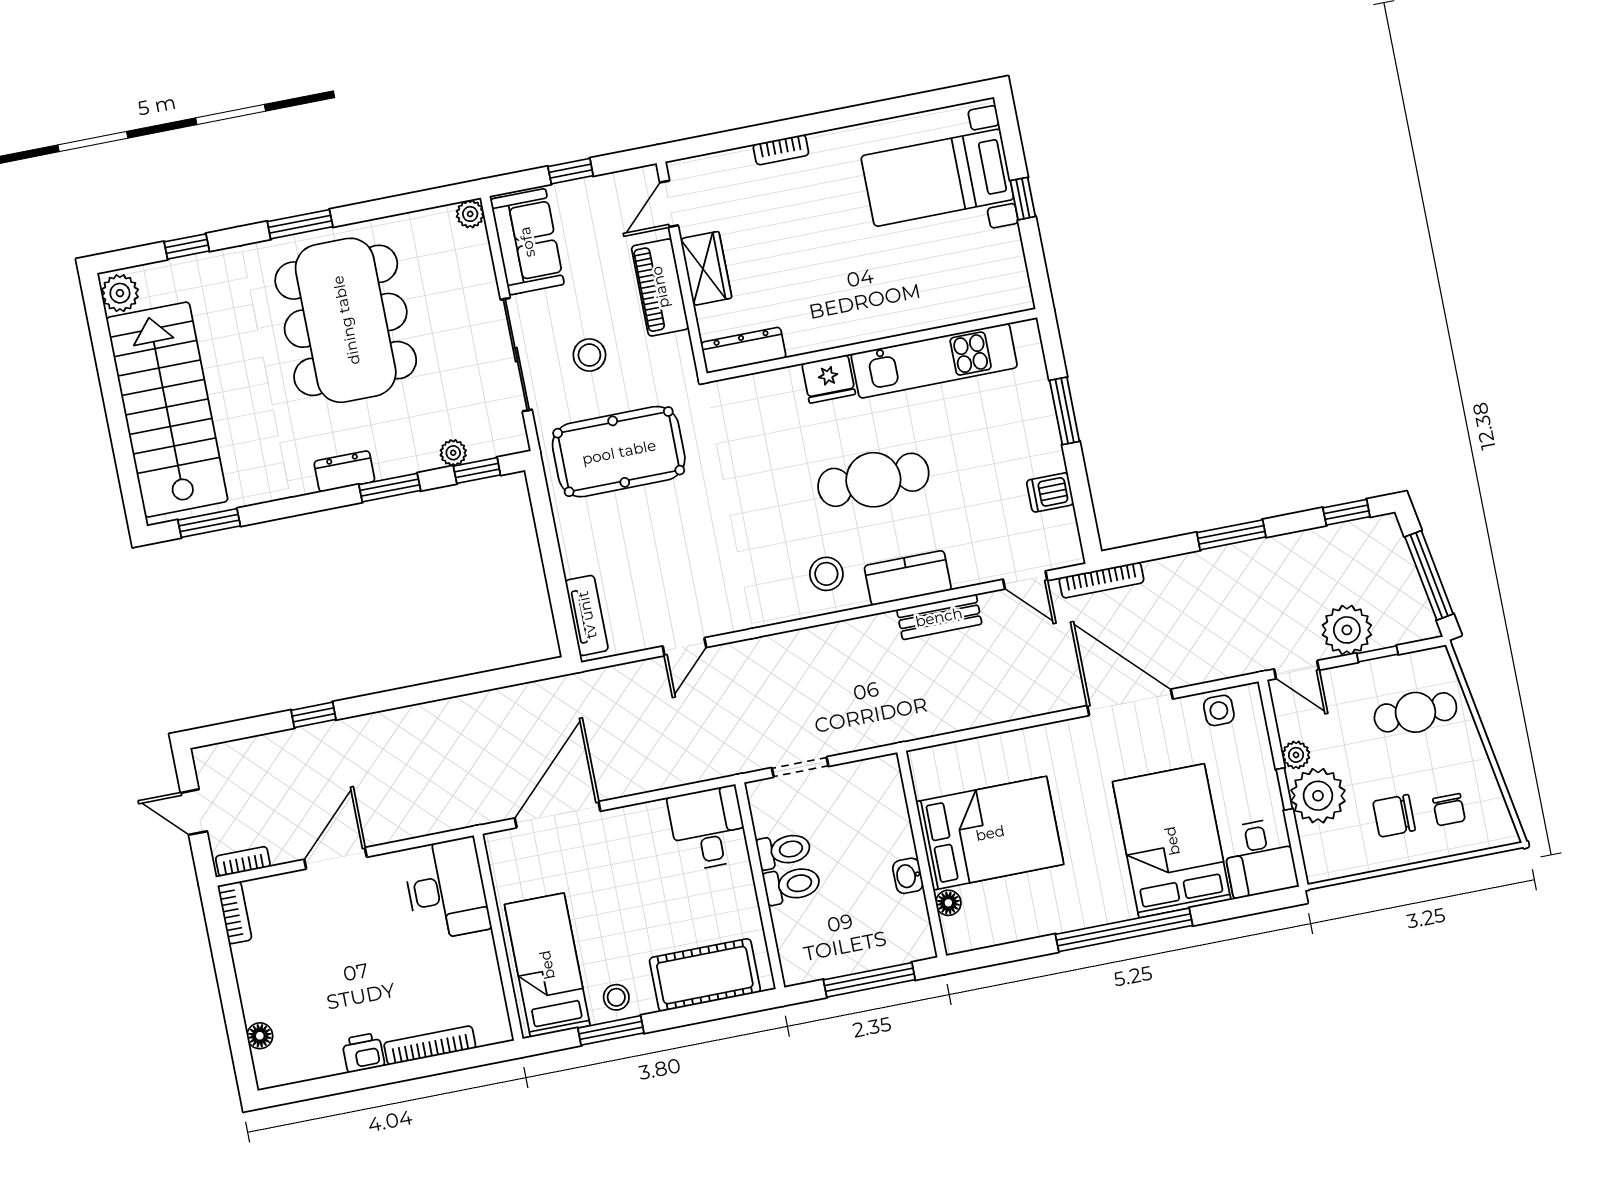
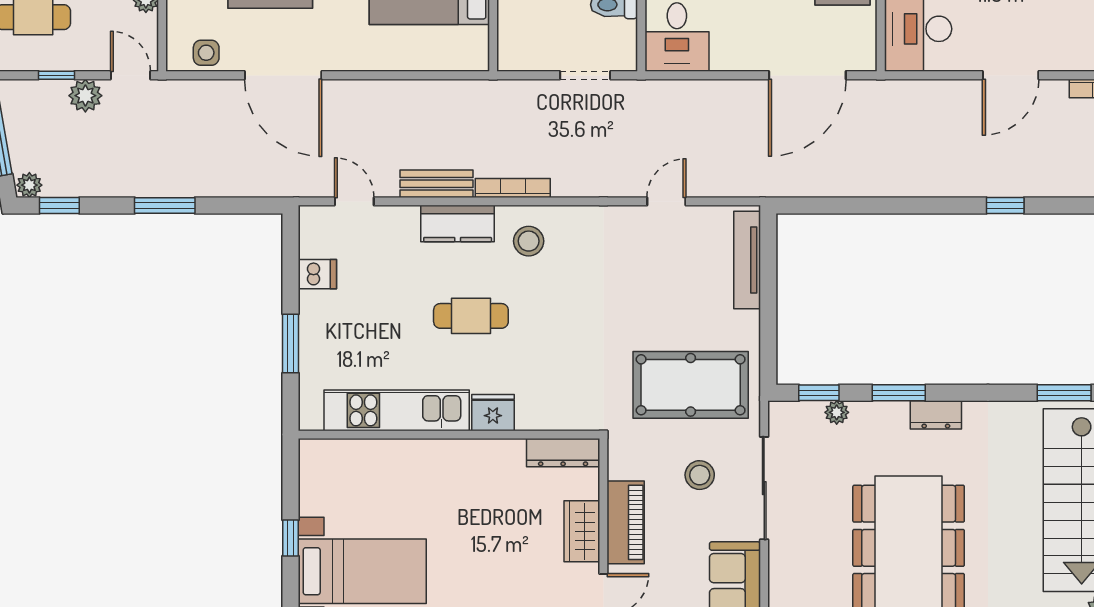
cafe table: (873, 480) -> (471, 316), width x0.73, depth x0.74
plant: (1384, 528) -> (29, 185), added
bookcase: (1101, 580) -> (513, 188), moved
tv unit: (587, 615) -> (747, 260), width x1.41
plant: (1347, 630) -> (85, 96), width x0.73, depth x0.73

